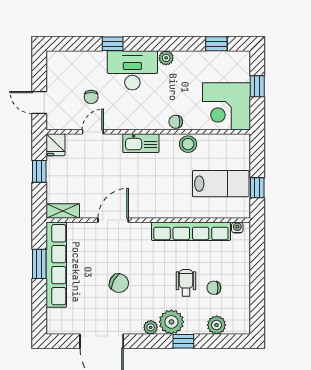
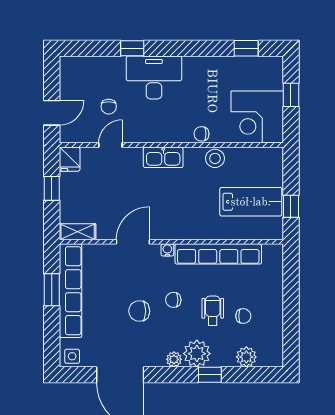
plant: (166, 58) -> (191, 64), removed
door: (39, 102) -> (52, 113), swing flipped
water cooler: (237, 228) -> (167, 250), moved
chair: (150, 273) -> (173, 300), added
chair: (119, 283) -> (139, 311), turned 152
chair: (214, 288) -> (243, 316), turned 180
side table: (58, 324) -> (72, 356), added

